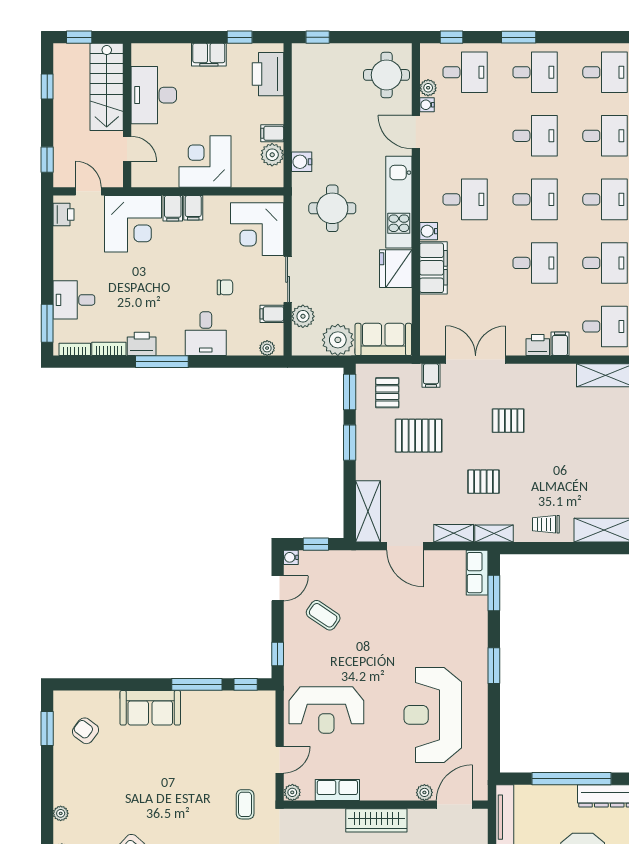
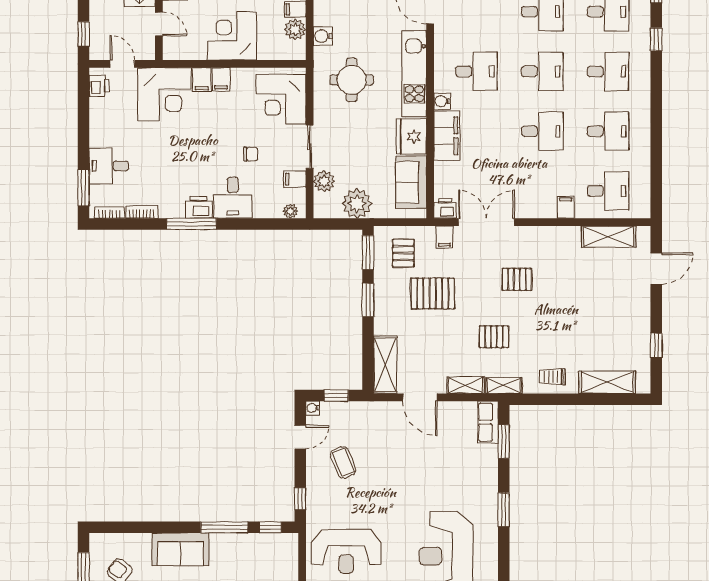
sofa: (383, 339) -> (411, 182), moved, turned -90
printer: (142, 344) -> (199, 207), moved
printer: (538, 345) -> (445, 208), moved
coffee table: (323, 615) -> (343, 462), turned 34

